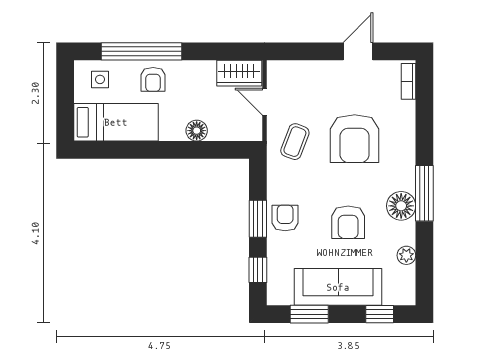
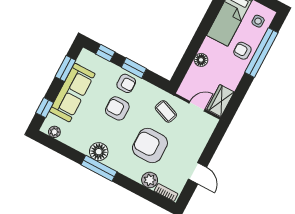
plant: (403, 114) -> (150, 180), added
armchair: (348, 222) -> (117, 108), moved
plant: (406, 255) -> (54, 132), moved

